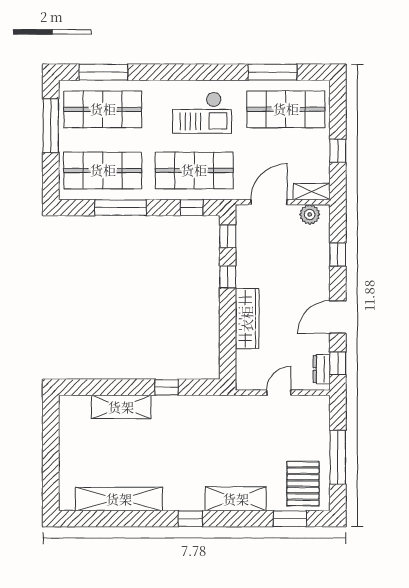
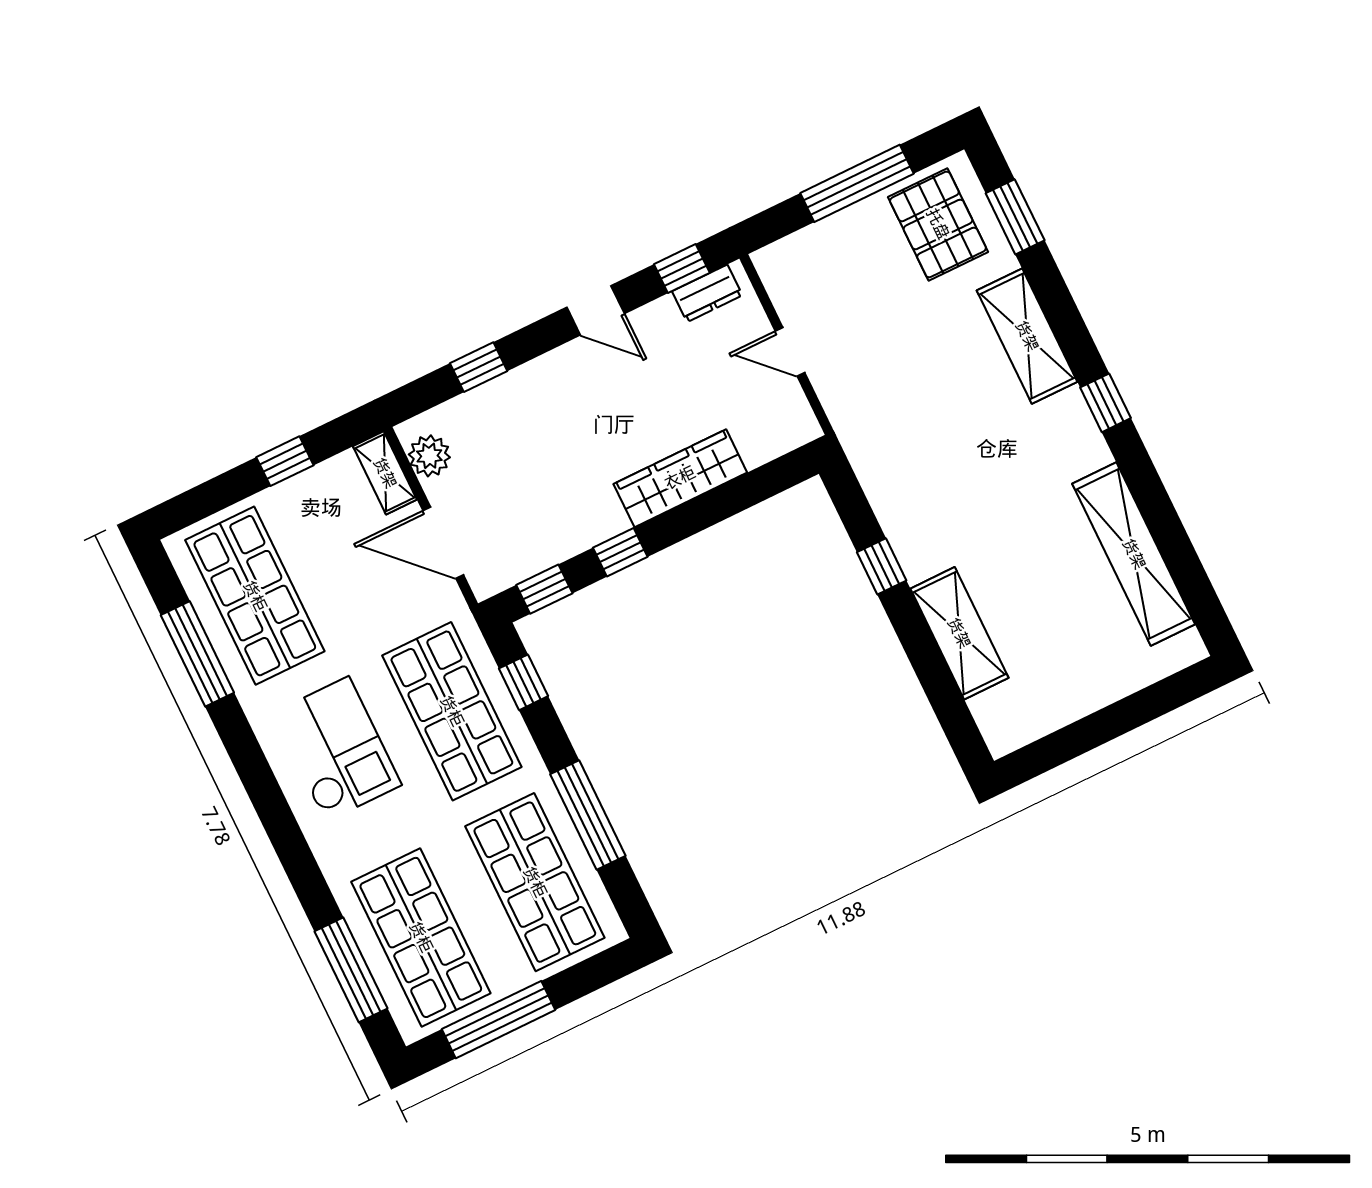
door: (338, 317) -> (596, 310), width x0.73
pallet: (303, 484) -> (938, 224), turned 90

